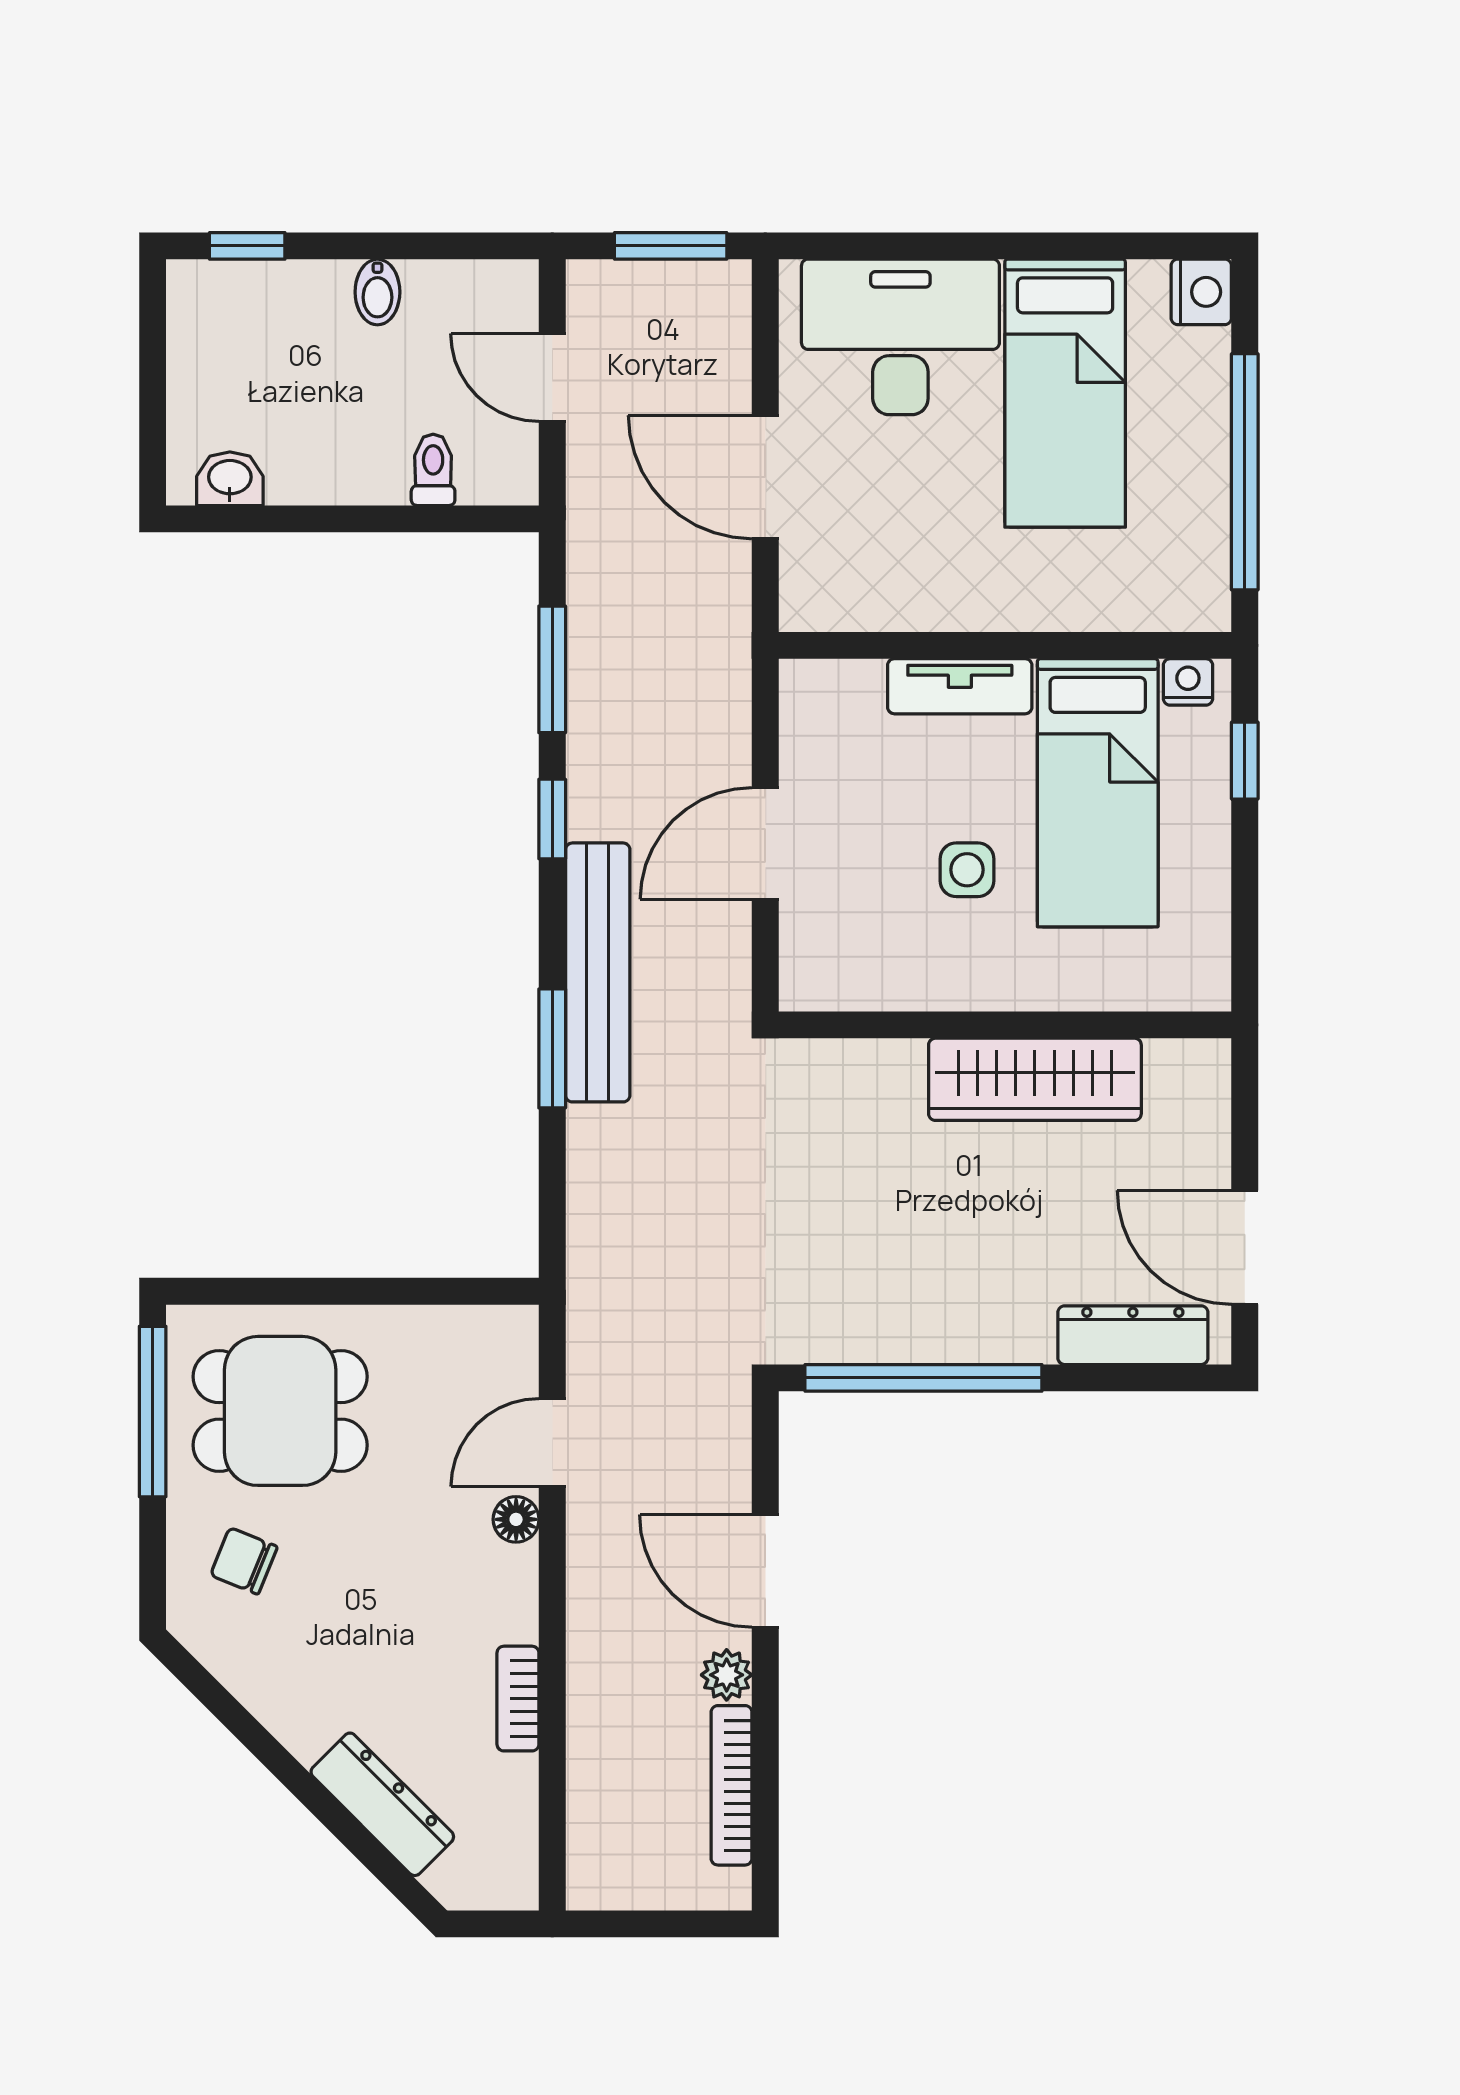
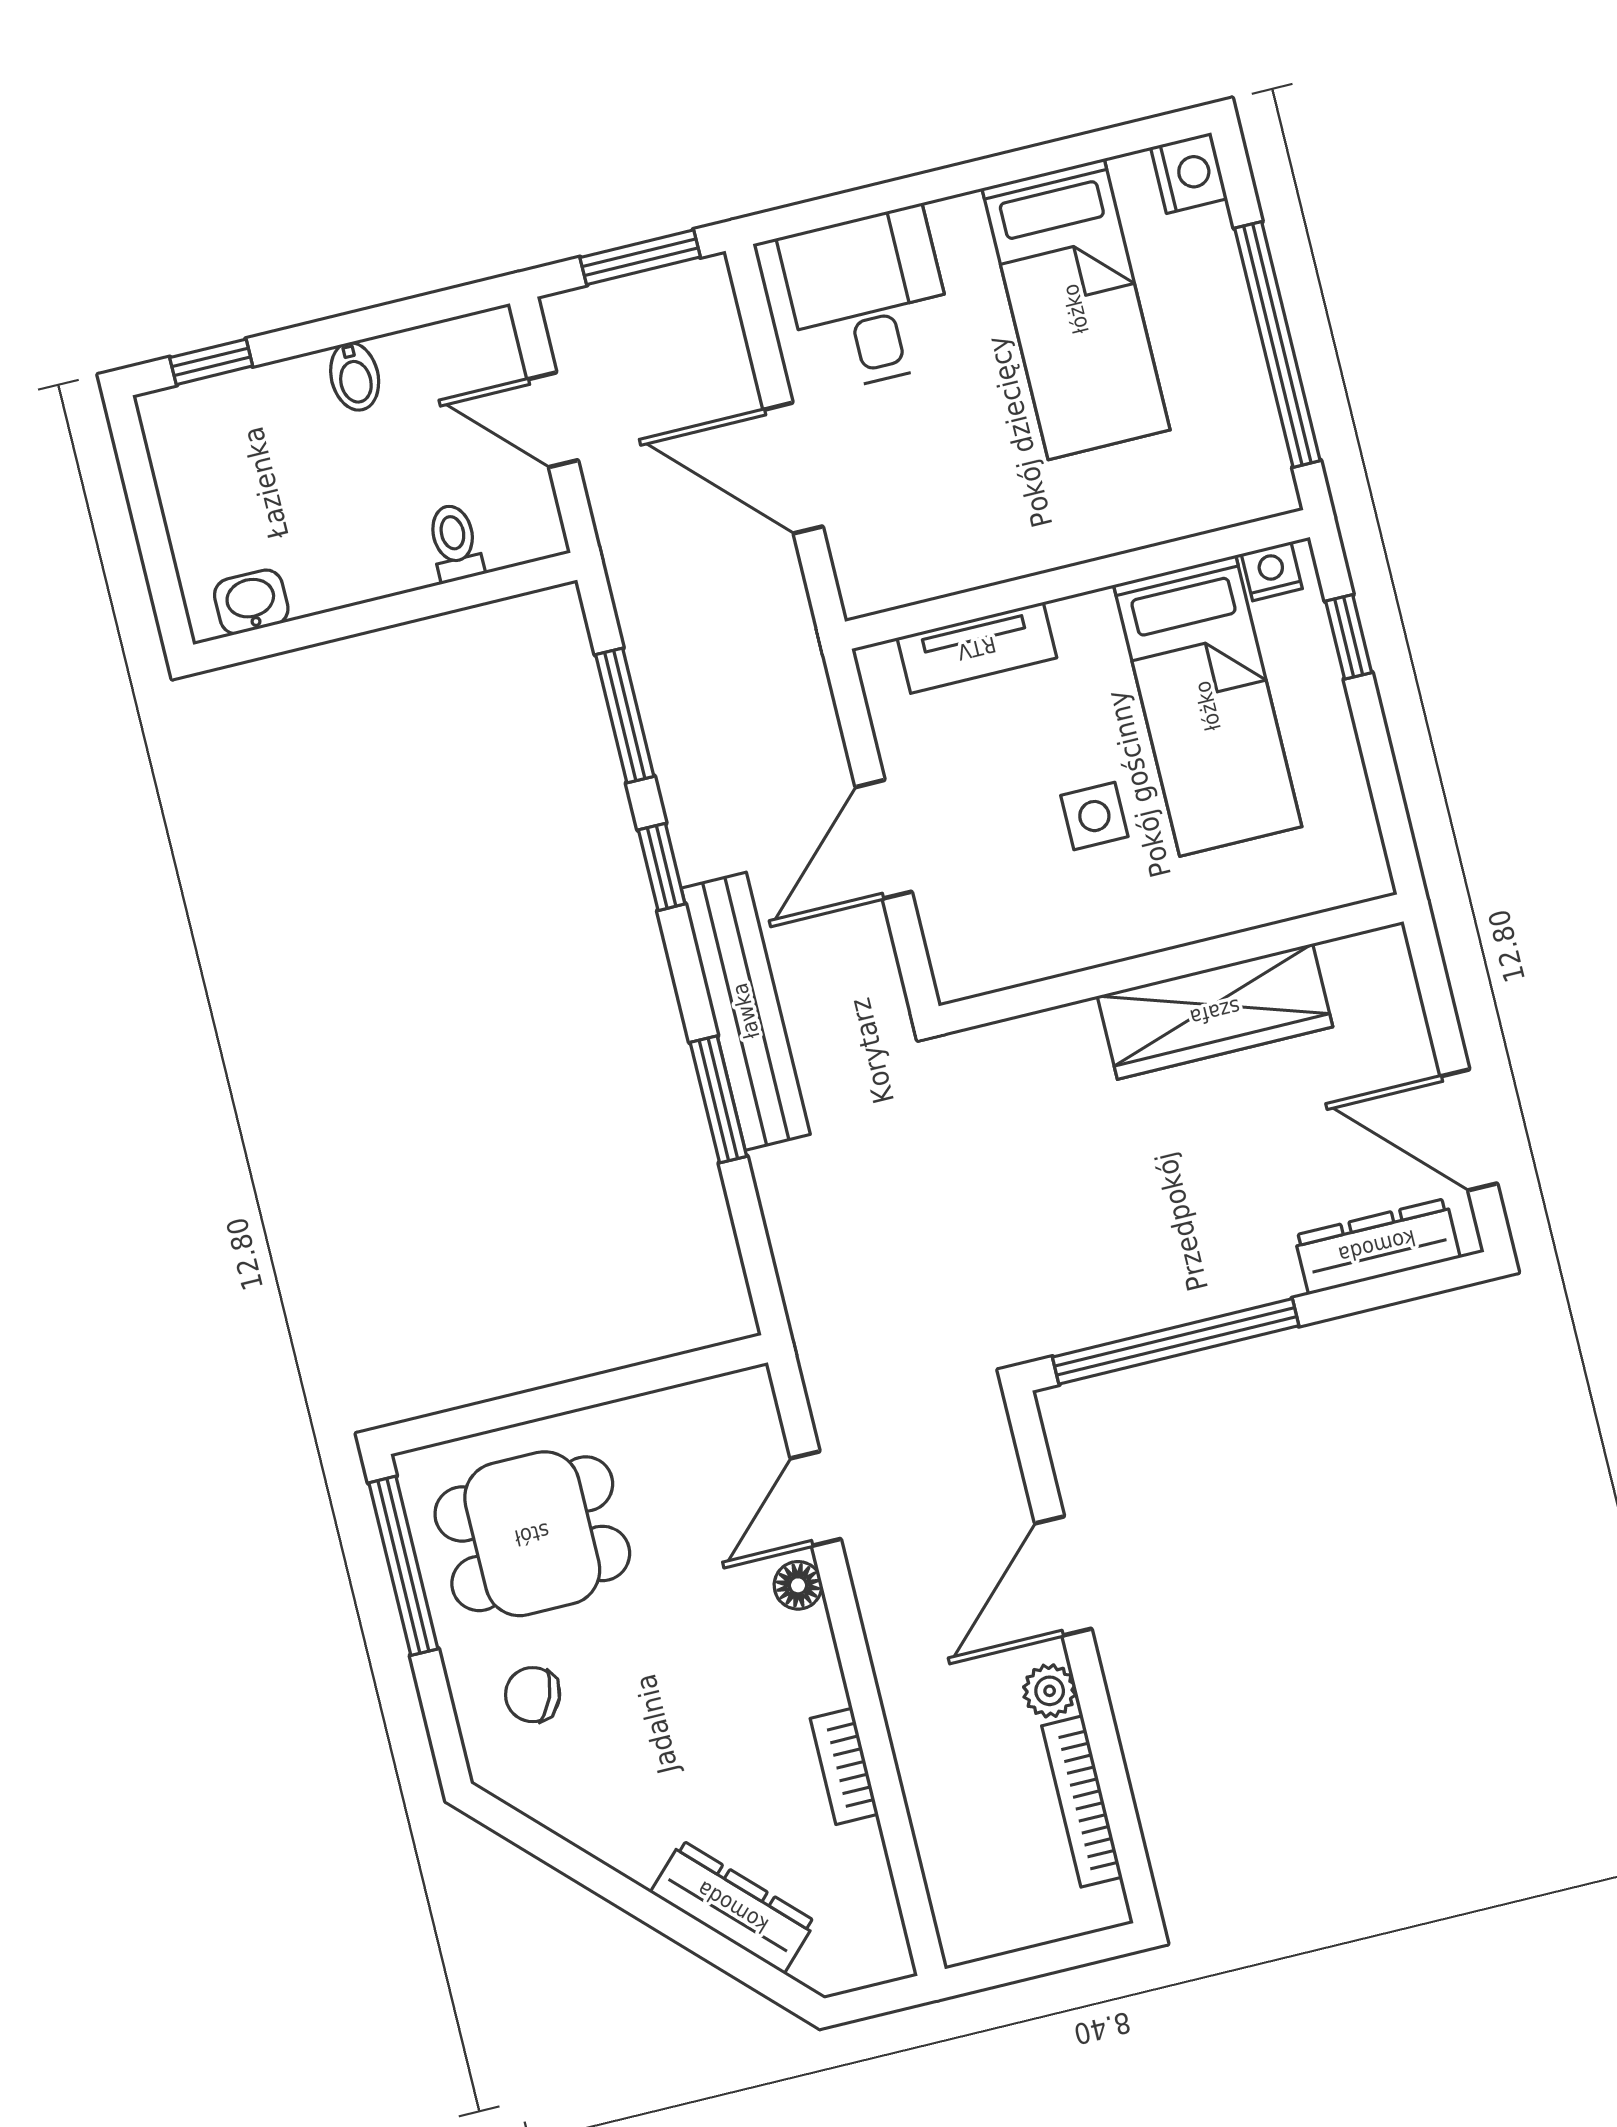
desk: (900, 337) -> (868, 299), width x0.73
tv unit: (960, 686) -> (977, 648), moved
door: (765, 1571) -> (1063, 1576), hinge flipped

